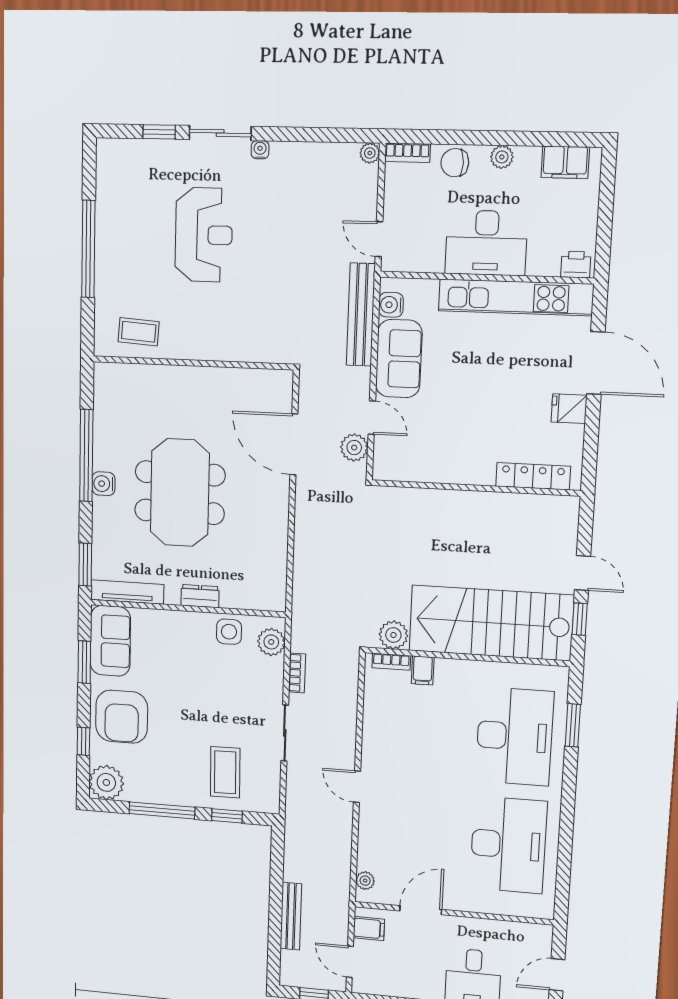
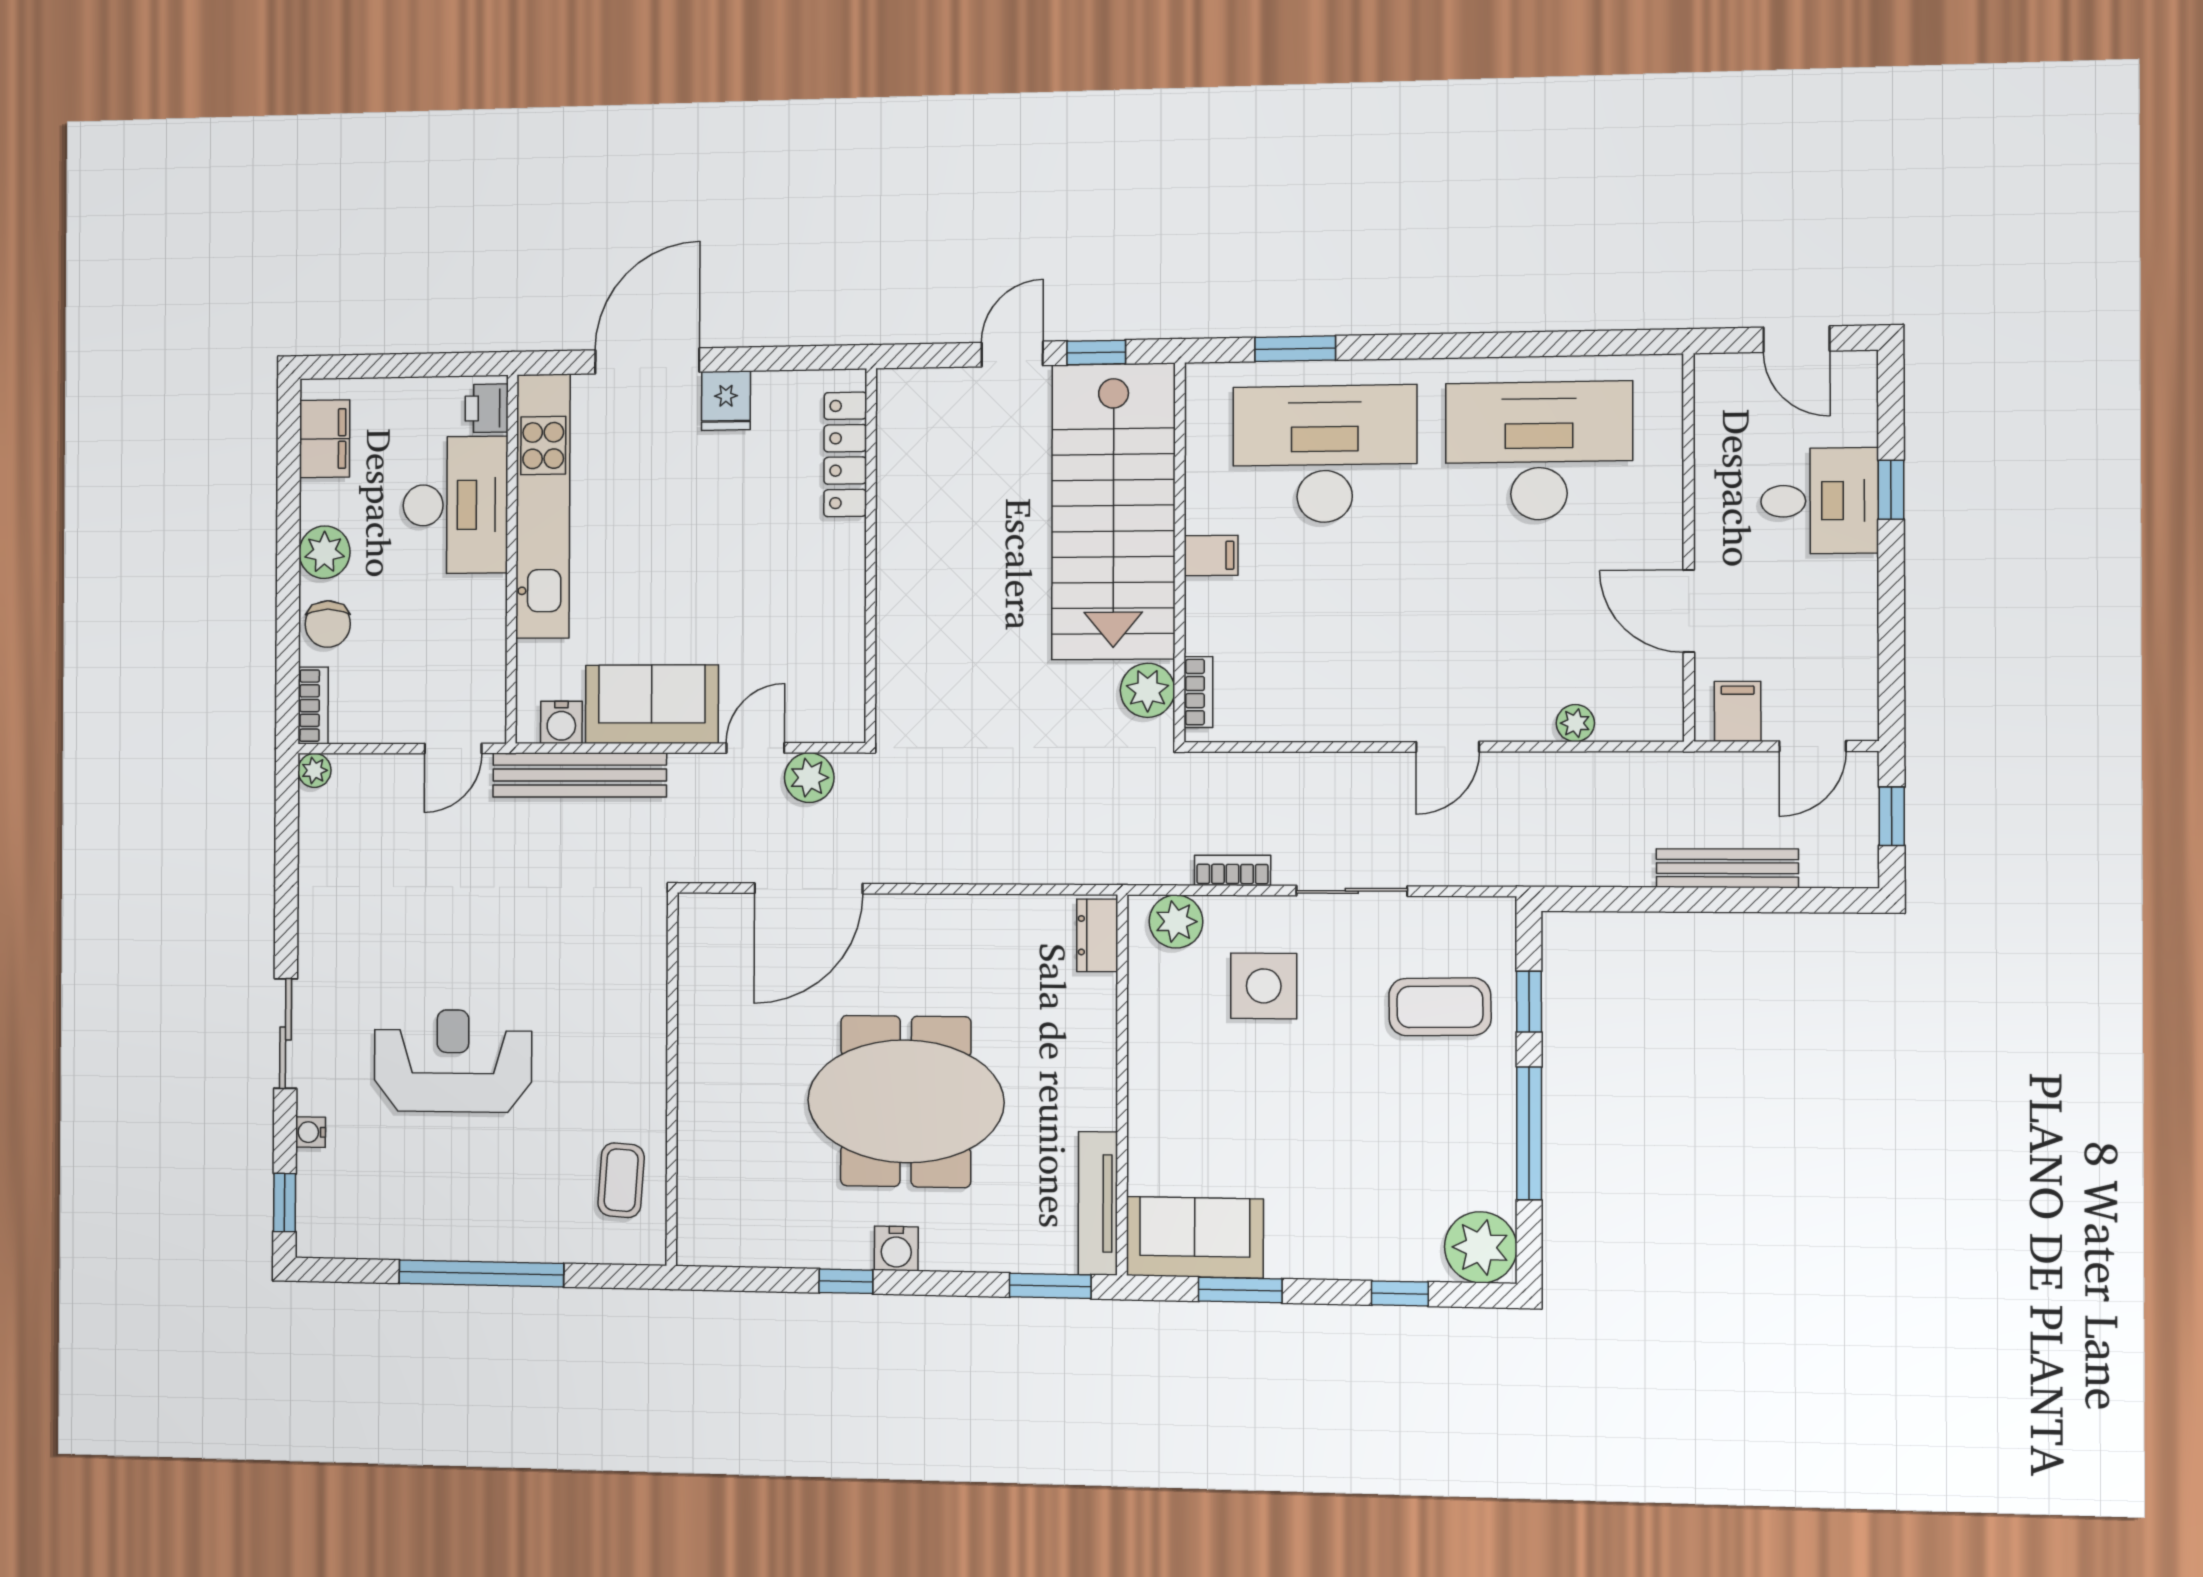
window: (159, 132) -> (285, 1203), moved
water cooler: (260, 150) -> (311, 1132), moved
plant: (502, 157) -> (325, 552), width x1.38, depth x1.38
desk: (486, 243) -> (455, 505), moved
window: (86, 455) -> (846, 1281), width x0.32
dresser: (200, 596) -> (1097, 935), moved
side table: (229, 632) -> (1264, 986), moved, width x1.37, depth x1.37
filing cabinet: (423, 670) -> (1211, 555), moved
armchair: (122, 717) -> (1344, 1215), removed
plant: (365, 881) -> (1575, 723), moved

